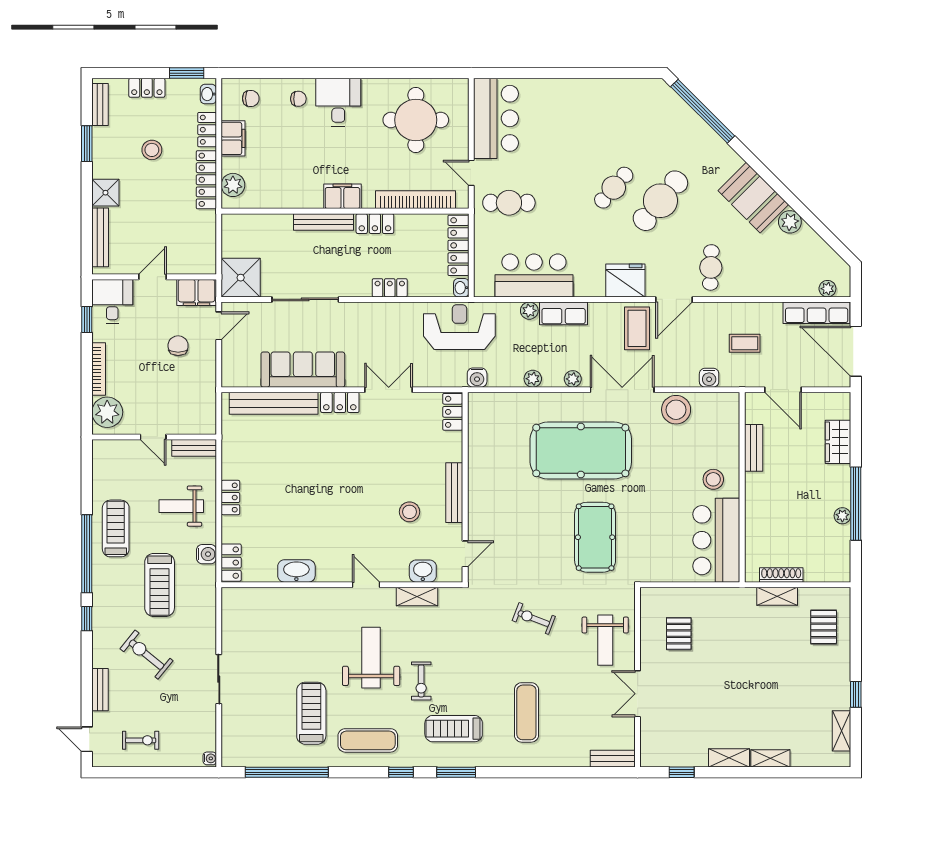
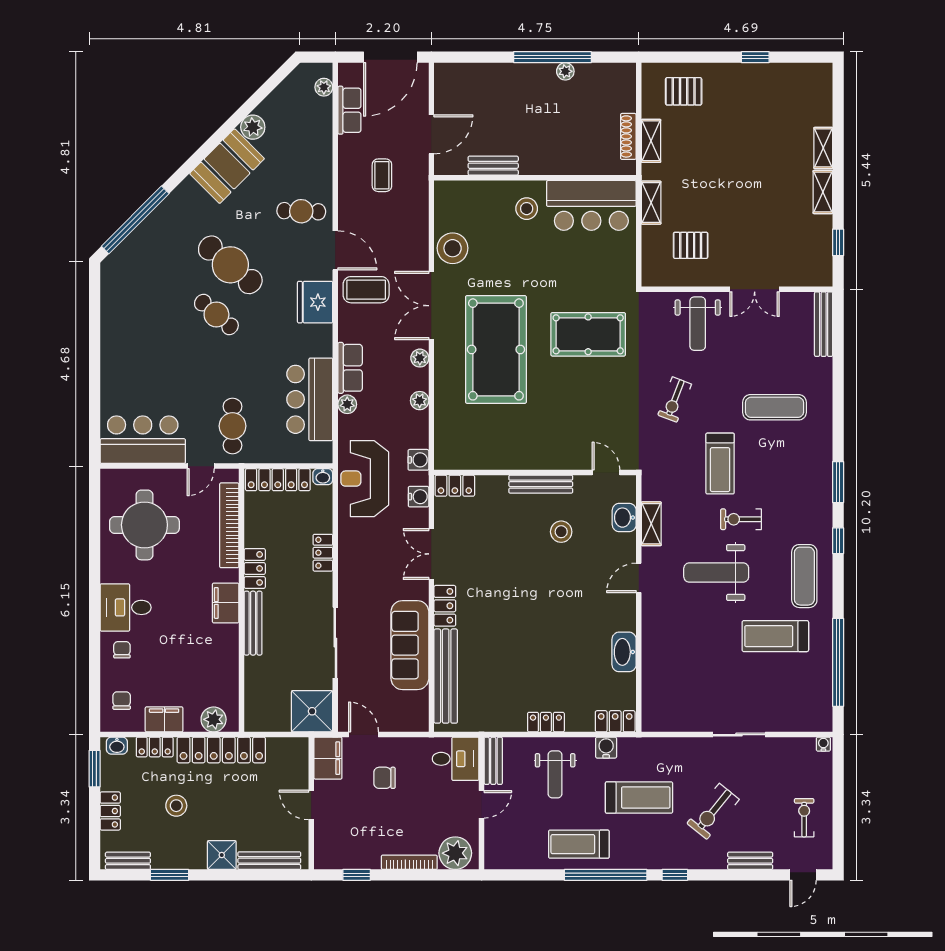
locker: (206, 180) -> (221, 750), width x1.41, depth x1.21
desk: (112, 301) -> (456, 759), moved, turned 180
row of seats: (817, 313) -> (349, 110), width x0.68
water cooler: (709, 378) -> (419, 497), moved
wardrobe: (838, 442) -> (487, 76), removed
weight bench: (605, 640) -> (698, 324), turned 90
exercise bike: (421, 681) -> (741, 519), turned 180
treadmill: (454, 729) -> (720, 464), moved
shelving: (841, 731) -> (651, 203), moved, turned 90
bench: (613, 759) -> (824, 324), width x1.36

